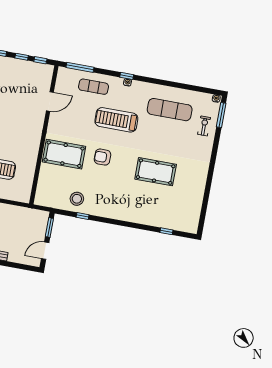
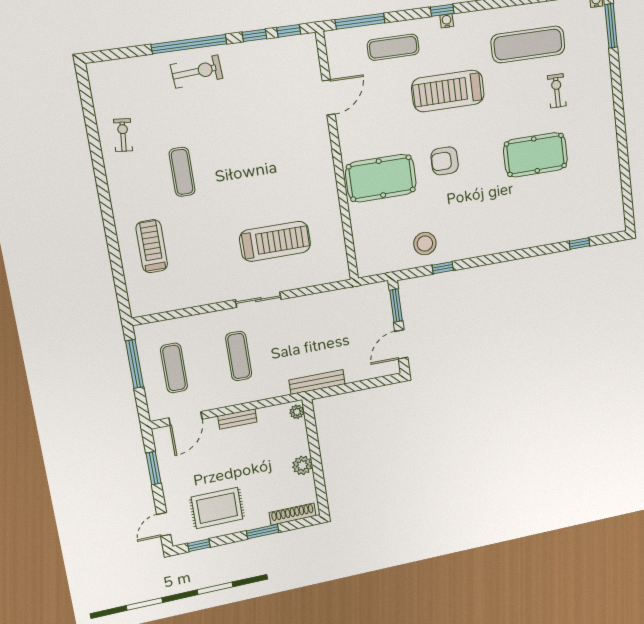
exercise bike: (204, 126) -> (557, 91), moved

